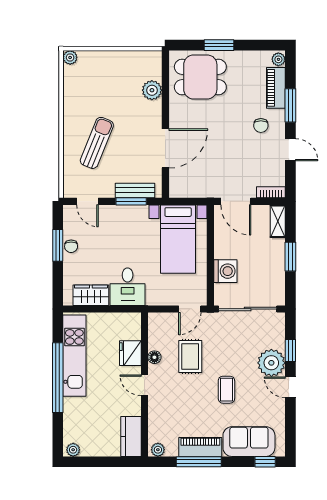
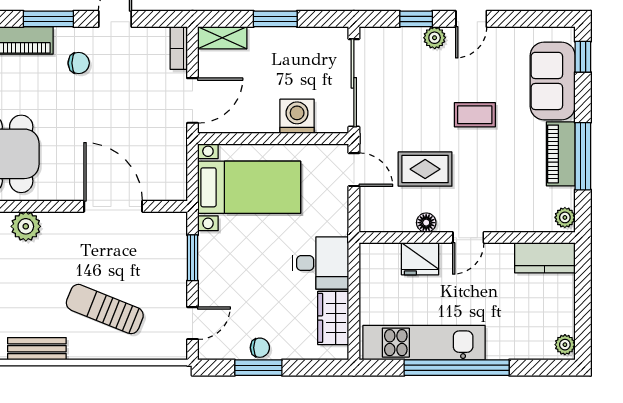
bench: (135, 190) -> (37, 349), moved, turned 90
plant: (271, 363) -> (435, 38), width x0.53, depth x0.53

